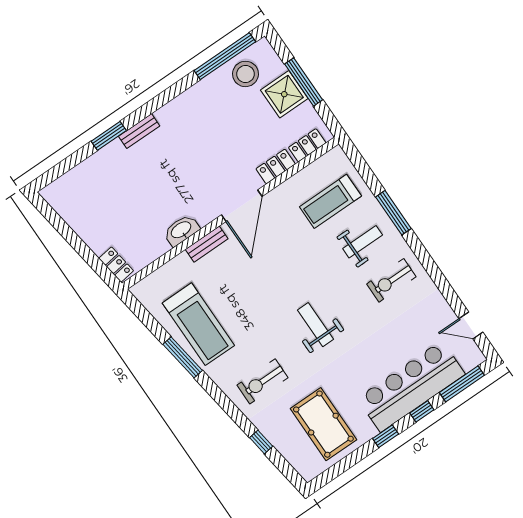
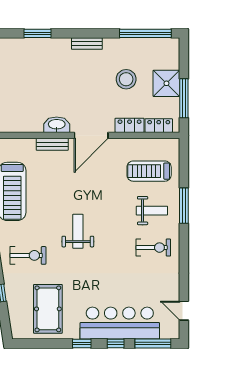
stool: (246, 74) -> (126, 79), moved
window: (304, 82) -> (184, 98), moved
bench: (139, 131) -> (87, 44), moved
washbasin: (181, 230) -> (57, 125), moved
exercise bike: (391, 280) -> (153, 248), turned 180
weight bench: (316, 325) -> (78, 231), moved
exercise bike: (262, 381) -> (28, 255), turned 180

